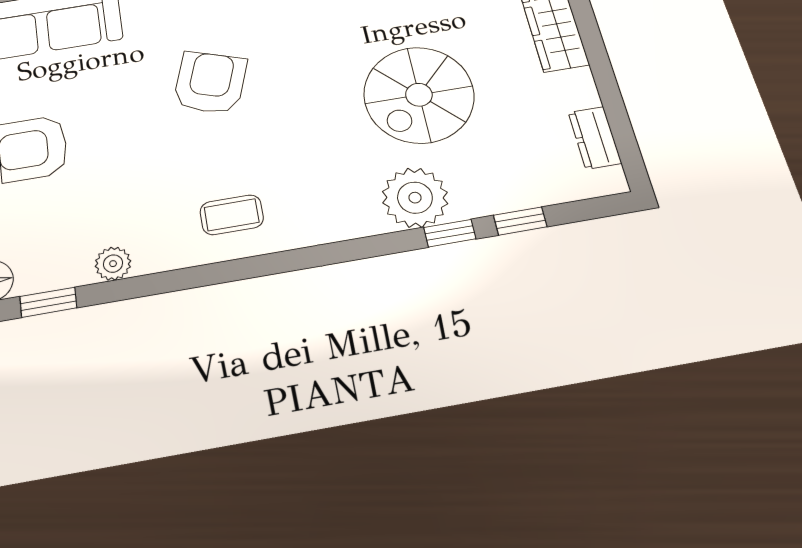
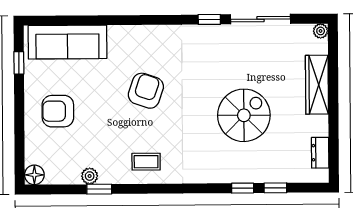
spiral stairs: (419, 95) -> (244, 115), turned 180
plant: (415, 198) -> (231, 168), removed
window: (48, 302) -> (99, 189), moved

